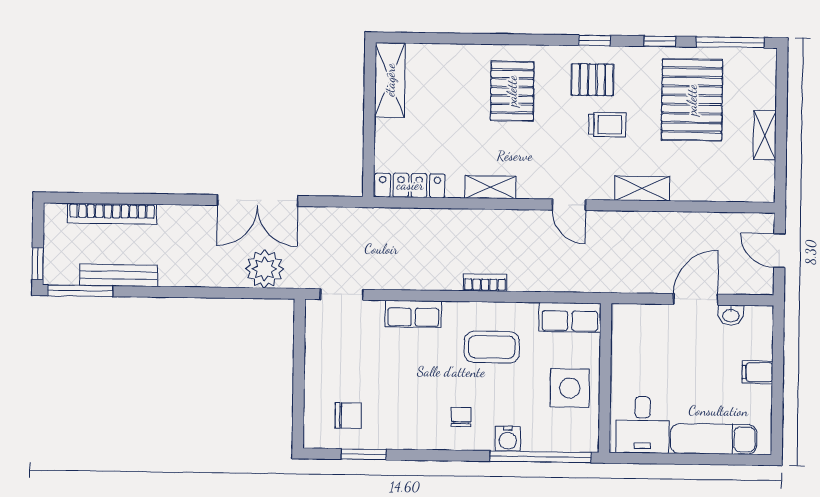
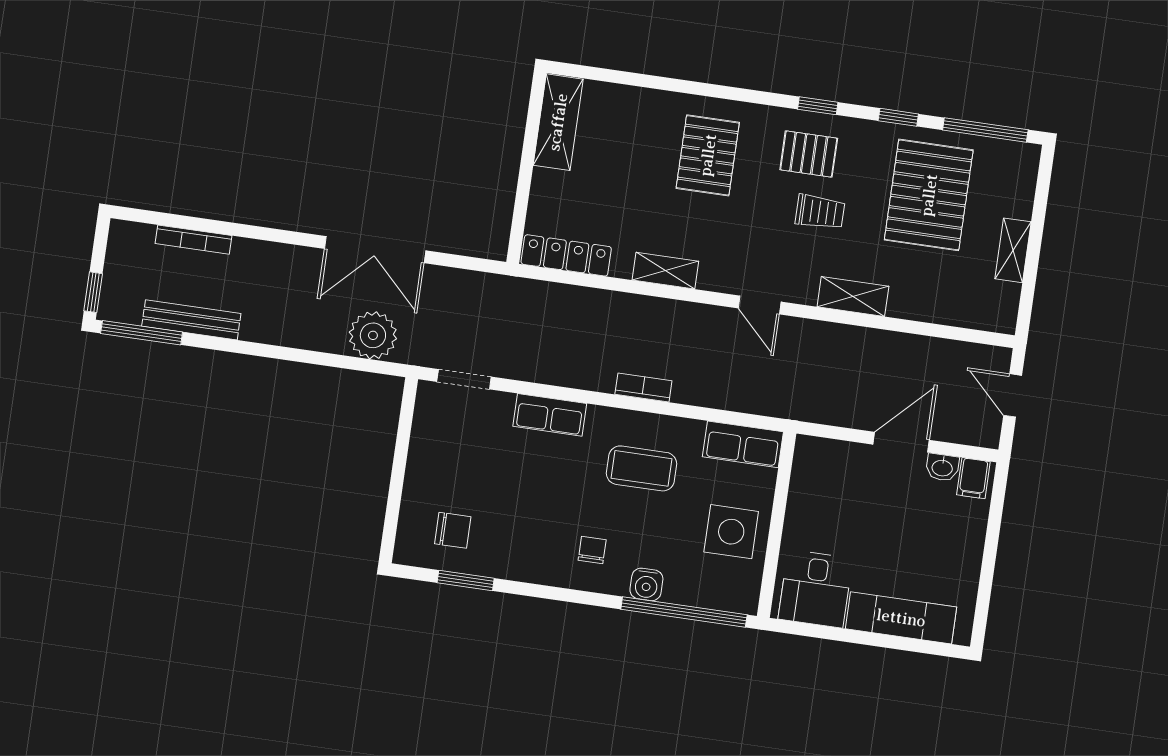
bookcase: (112, 214) -> (194, 240), width x0.68, depth x0.76
filing cabinet: (757, 372) -> (973, 478), moved, turned -90

